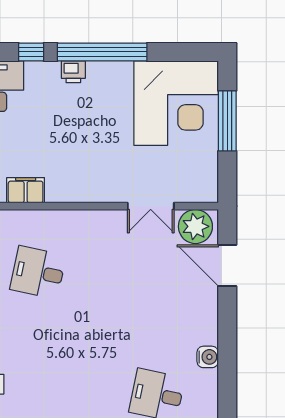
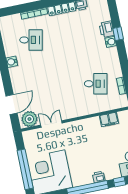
window: (227, 121) -> (25, 169), width x1.46
door: (227, 266) -> (12, 104), hinge flipped

